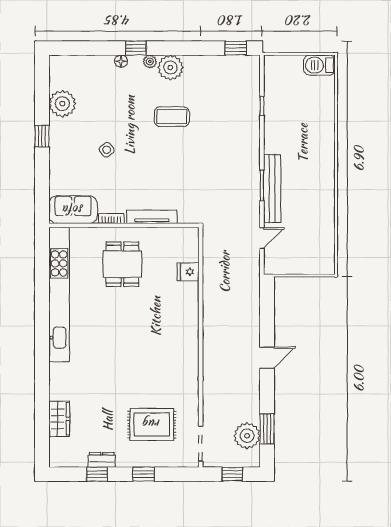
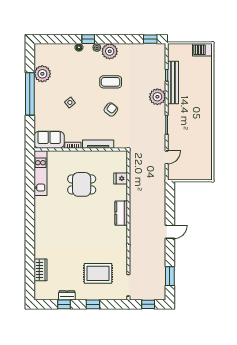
window: (42, 136) -> (30, 94), width x3.17
armchair: (172, 161) -> (111, 109), added
bench: (272, 189) -> (173, 83), moved
dining table: (122, 264) -> (82, 184), moved, turned 90
kitchen unit: (59, 294) -> (40, 173), width x0.54
kitchen counter: (189, 328) -> (121, 213), added
plant: (247, 436) -> (157, 97), moved

